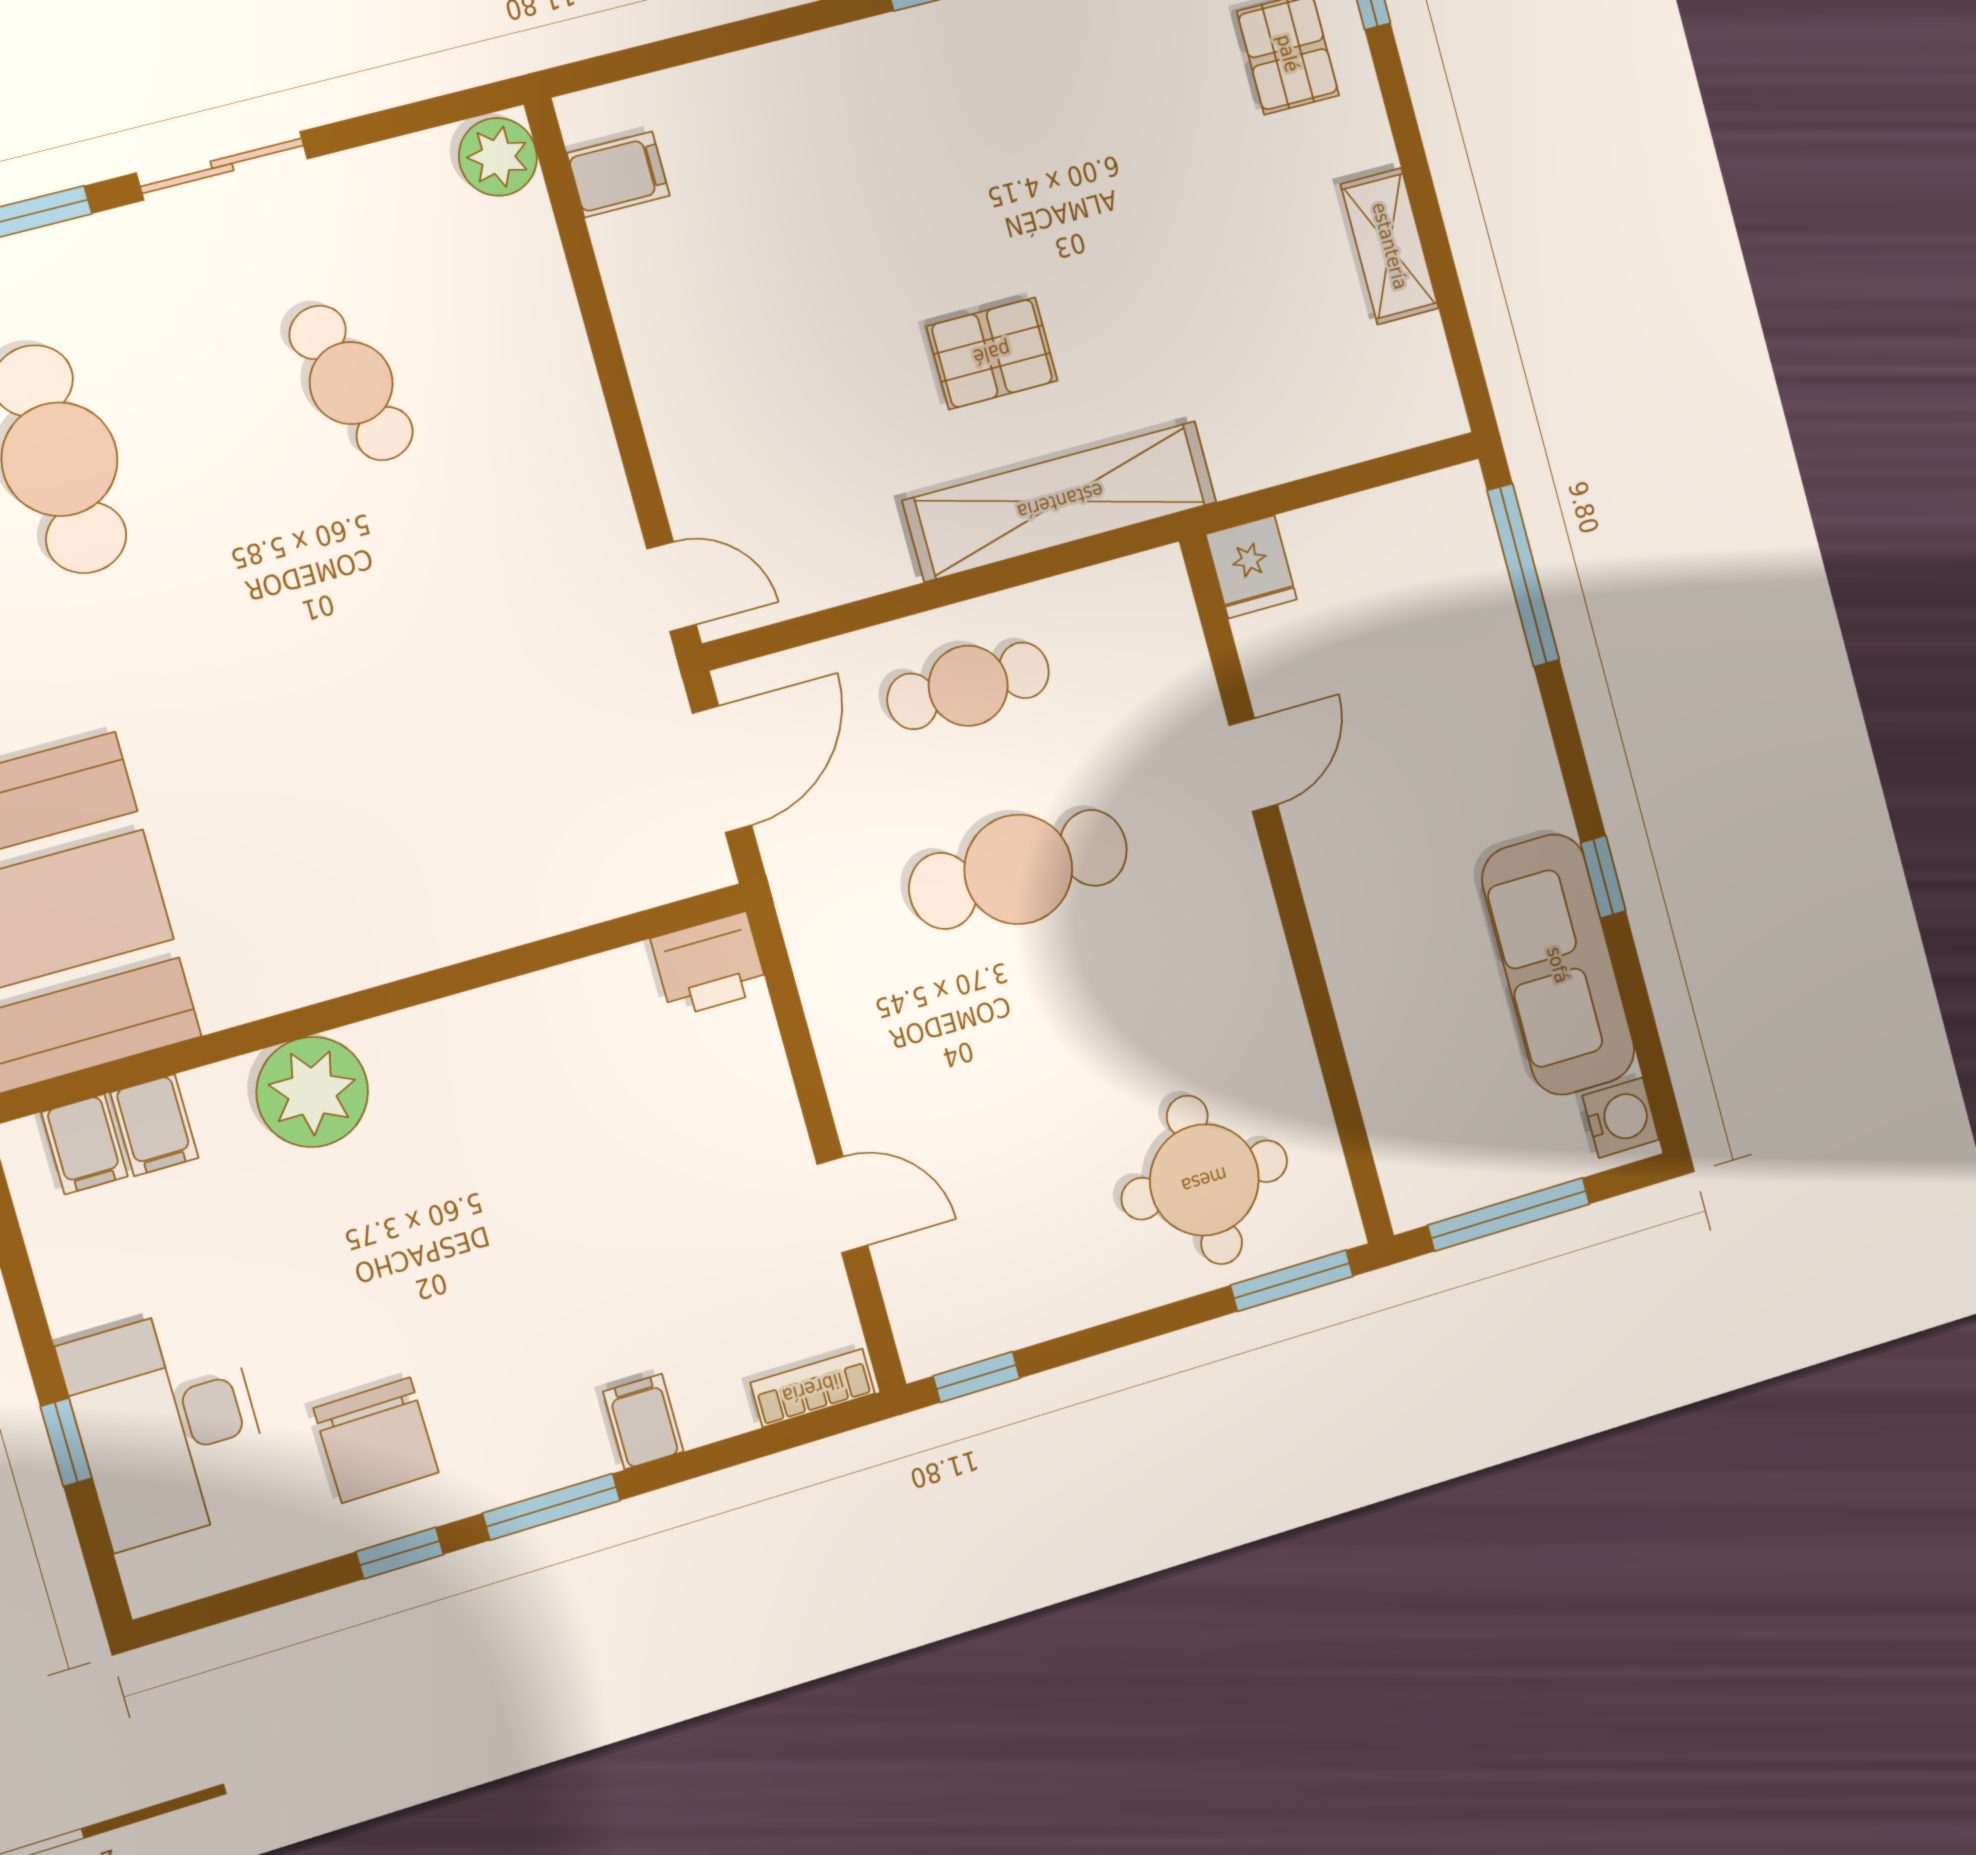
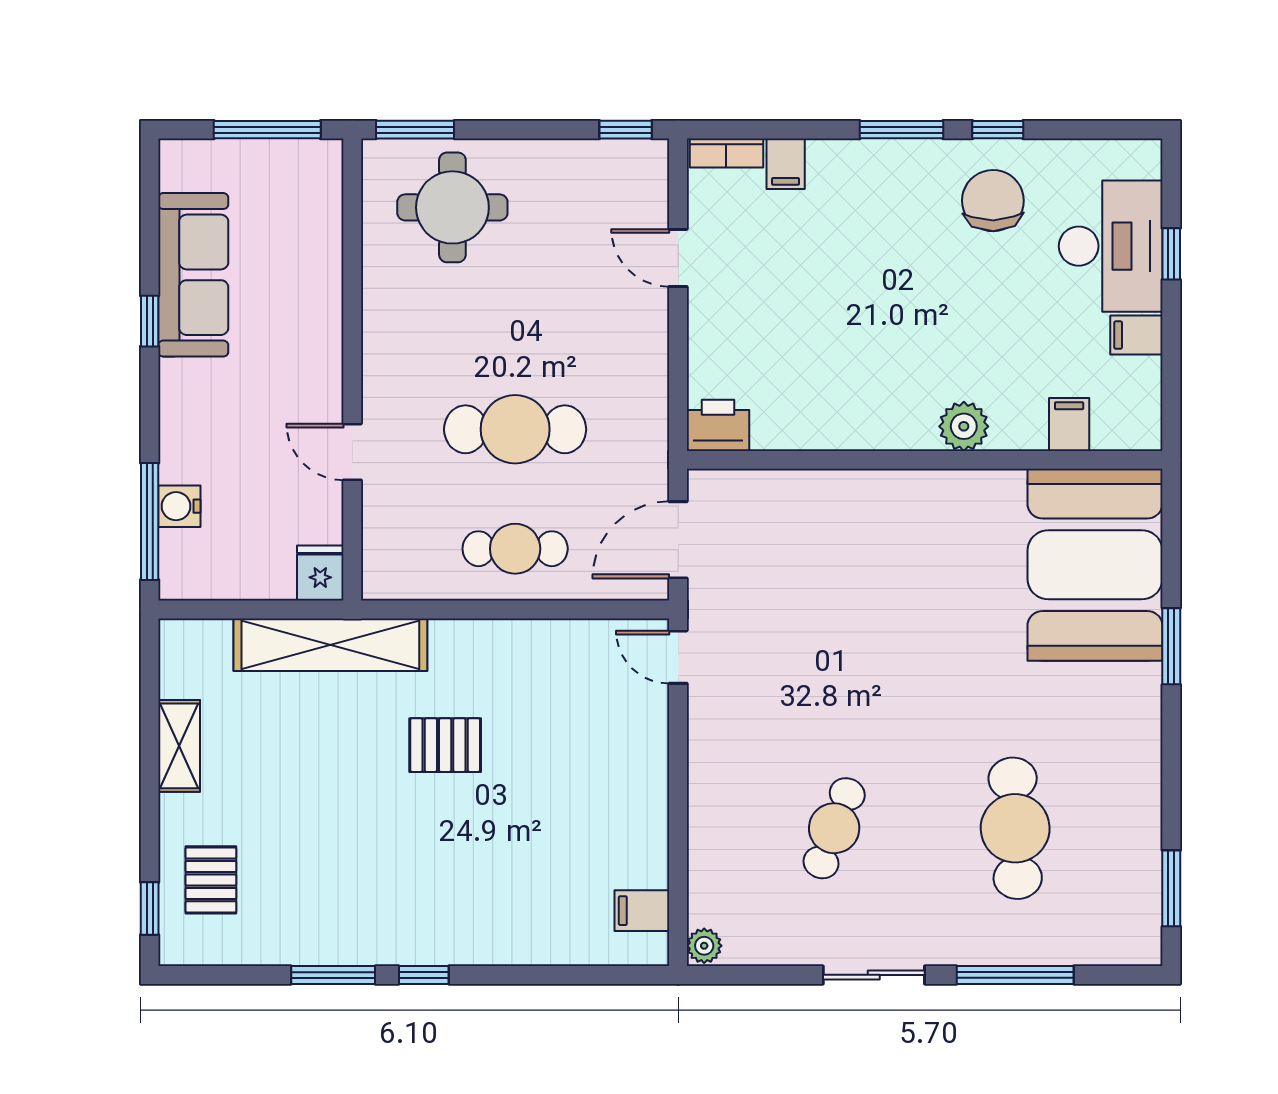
plant: (498, 157) -> (704, 946), width x0.73, depth x0.73
cafe table: (351, 383) -> (834, 828), turned 39
shelving: (1060, 501) -> (330, 645), moved
door: (1253, 765) -> (352, 452), hinge flipped
plant: (312, 1092) -> (964, 426), width x0.73, depth x0.73
water cooler: (1621, 1118) -> (179, 506), moved
filing cabinet: (85, 1144) -> (1136, 335), moved, turned -90
filing cabinet: (643, 1422) -> (786, 164), moved

